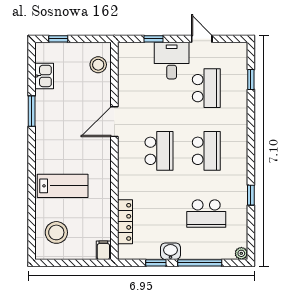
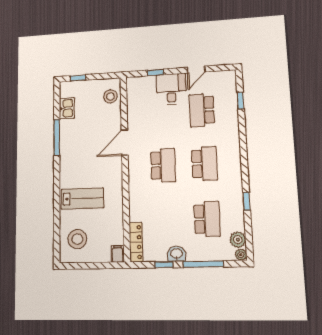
door: (202, 39) -> (196, 70), swing flipped
school desk: (206, 88) -> (202, 110), turned 180
window: (32, 111) -> (57, 137), width x1.44
school desk: (206, 214) -> (207, 219), turned -90
locker: (125, 222) -> (136, 242), moved
plant: (239, 237) -> (238, 240), added

